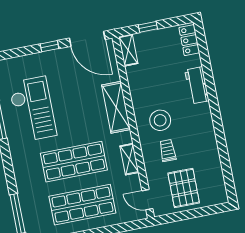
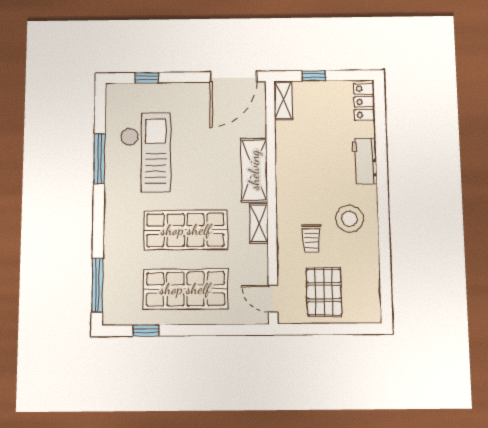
door: (87, 39) -> (233, 77), hinge flipped
window: (50, 46) -> (147, 78), moved
stool: (160, 120) -> (350, 219), moved
trolley: (168, 150) -> (311, 238), turned 180
shelving: (129, 159) -> (259, 224), moved

